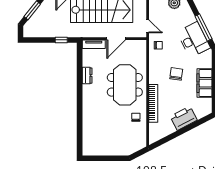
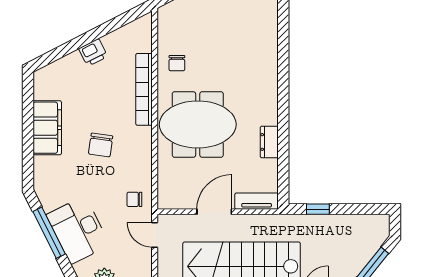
desk: (194, 40) -> (78, 230), moved
meeting table: (125, 85) -> (198, 124), turned 90
printer: (184, 118) -> (93, 52), width x0.53, depth x0.68

